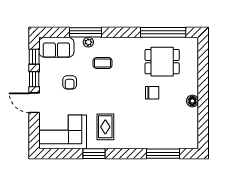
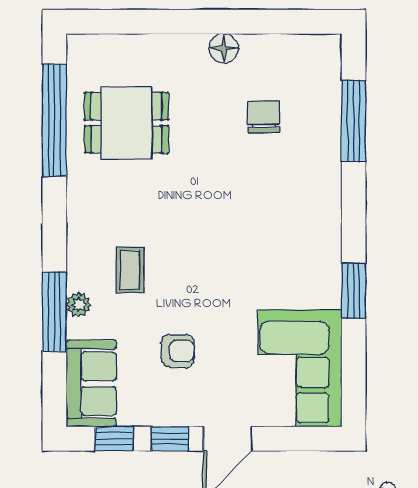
dining table: (162, 62) -> (126, 123), turned 90
chair: (152, 93) -> (264, 117), moved
rug: (105, 127) -> (287, 263), removed

